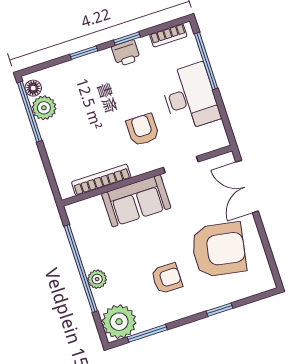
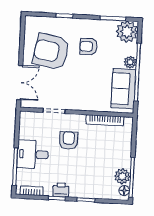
desk: (190, 97) -> (33, 154), width x0.73
armchair: (143, 130) -> (69, 140), turned 180
sofa: (136, 201) -> (123, 89), moved, turned -90

